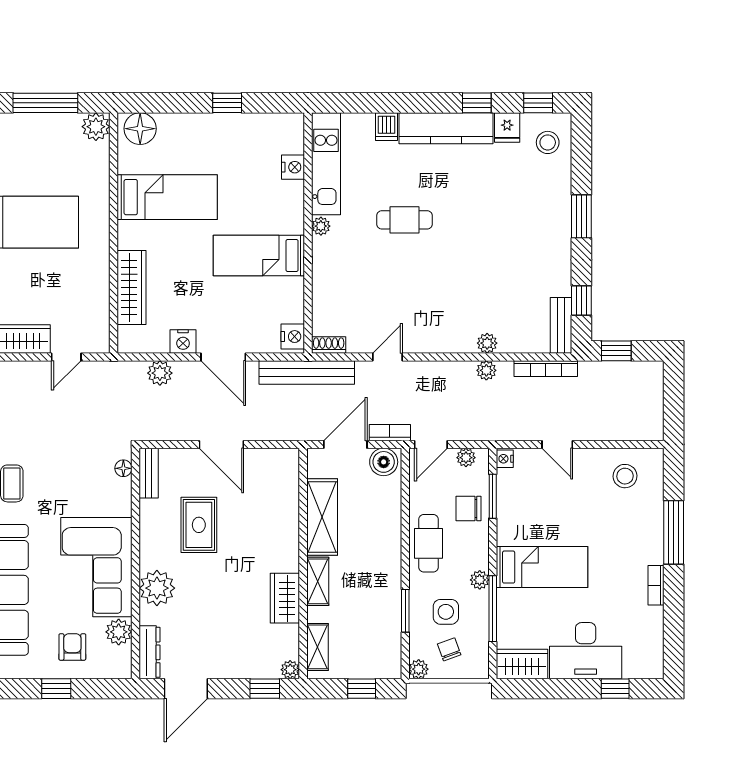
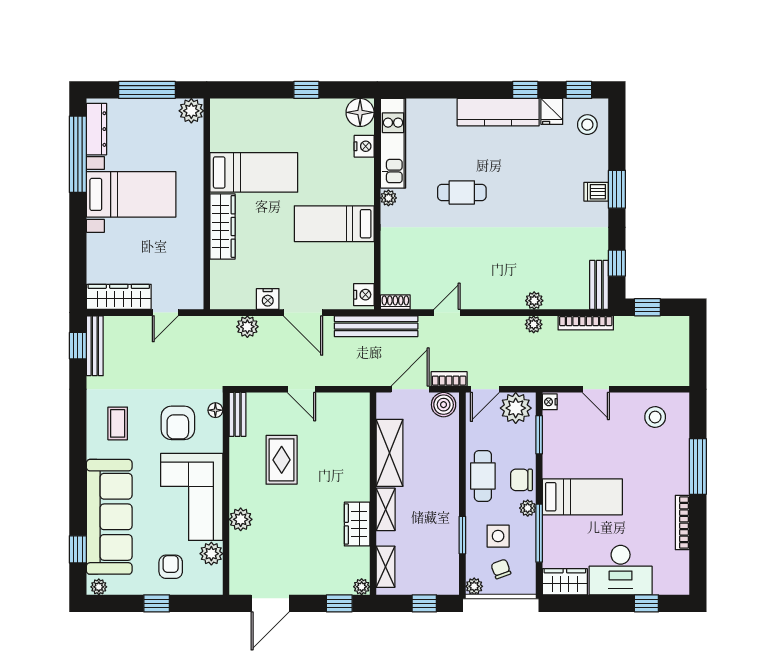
dishwasher: (386, 127) -> (596, 192), moved, turned 90
floor lamp: (140, 129) -> (360, 112), moved
wardrobe: (132, 287) -> (223, 226), moved
door: (221, 444) -> (301, 389), width x0.73
plant: (466, 458) -> (516, 408), width x1.87, depth x1.87
armchair: (81, 483) -> (178, 423), added
chair: (469, 509) -> (521, 480), moved
bookcase: (656, 585) -> (682, 523), width x1.56
plant: (157, 588) -> (241, 519), width x0.73, depth x0.73
dresser: (149, 652) -> (238, 572), removed

